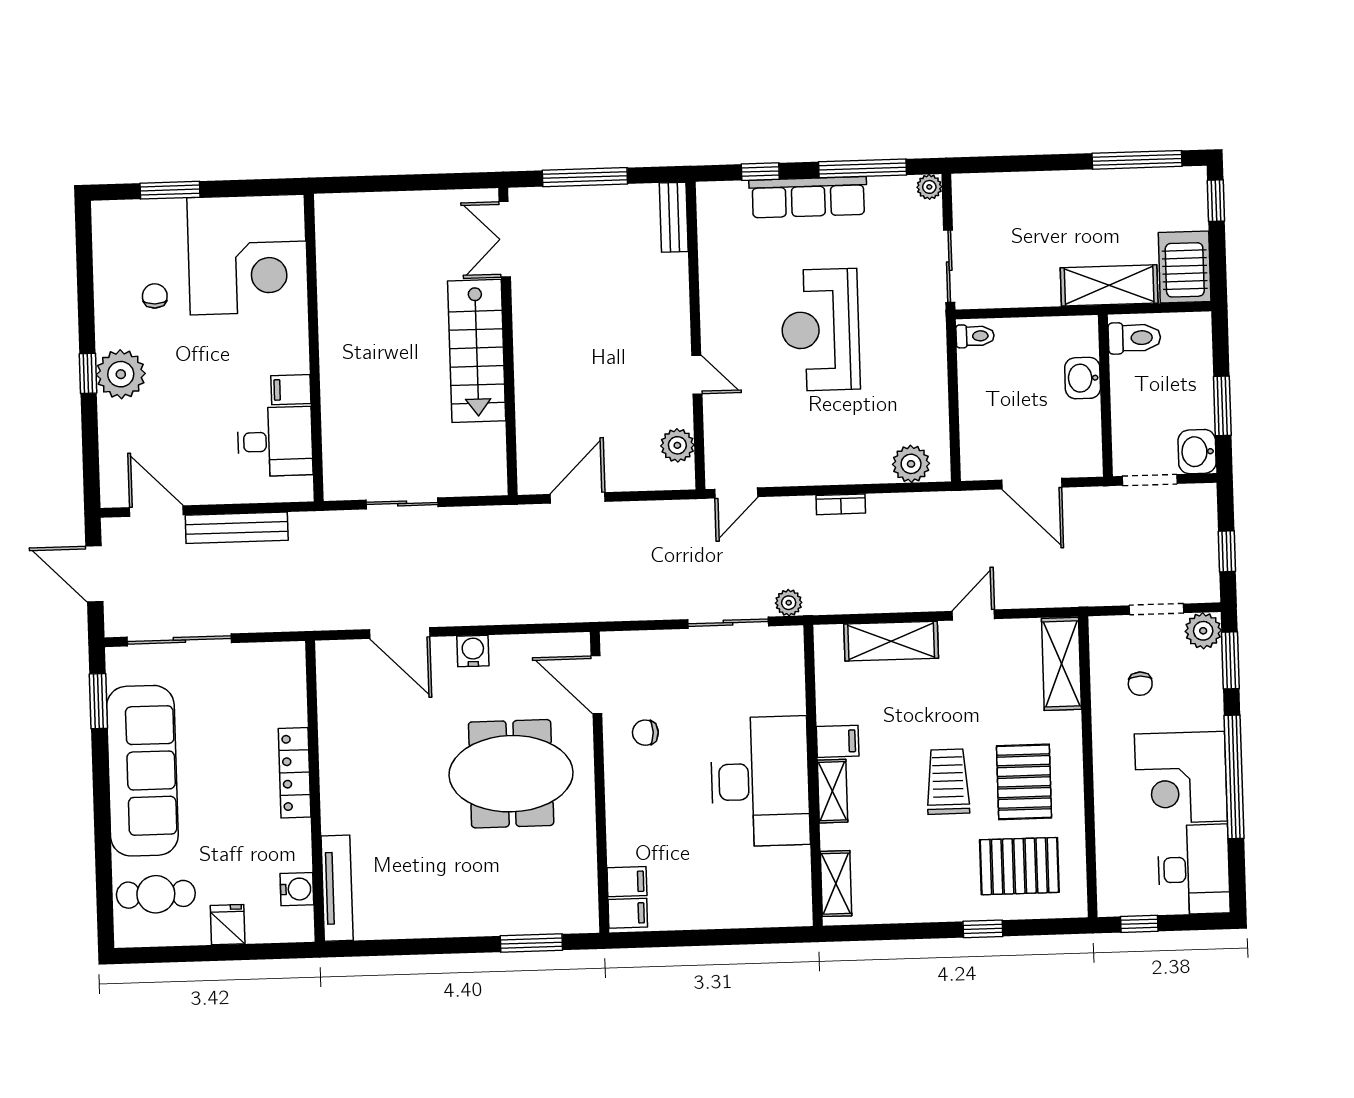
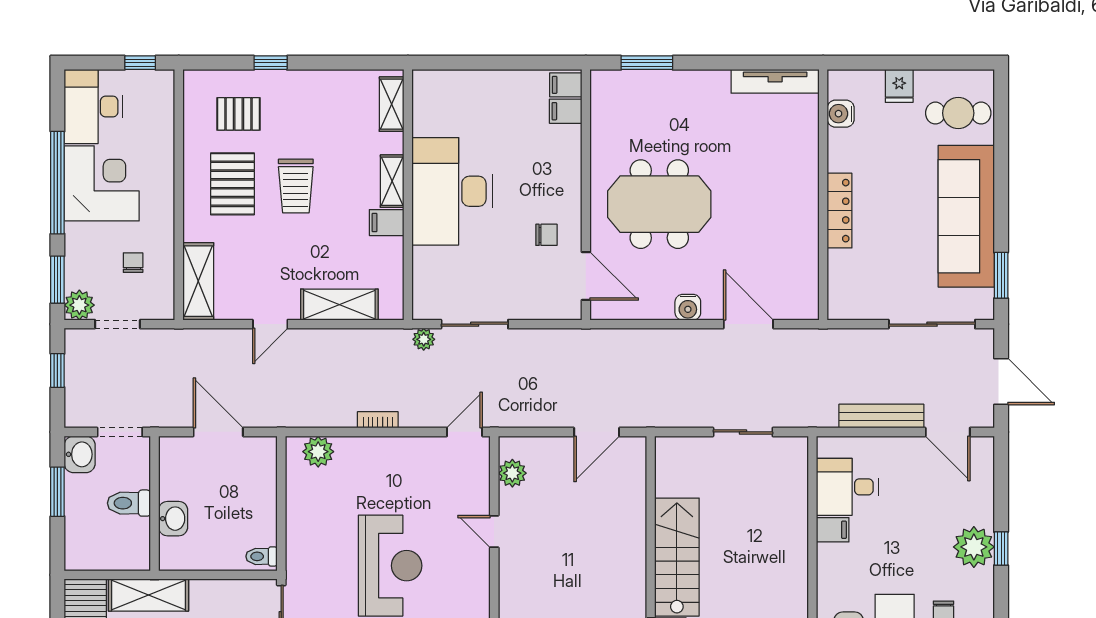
toilet: (1134, 338) -> (129, 503), moved
pallet: (1019, 866) -> (238, 114), width x0.67, depth x0.71
tv unit: (337, 888) -> (775, 81), moved, turned -90

